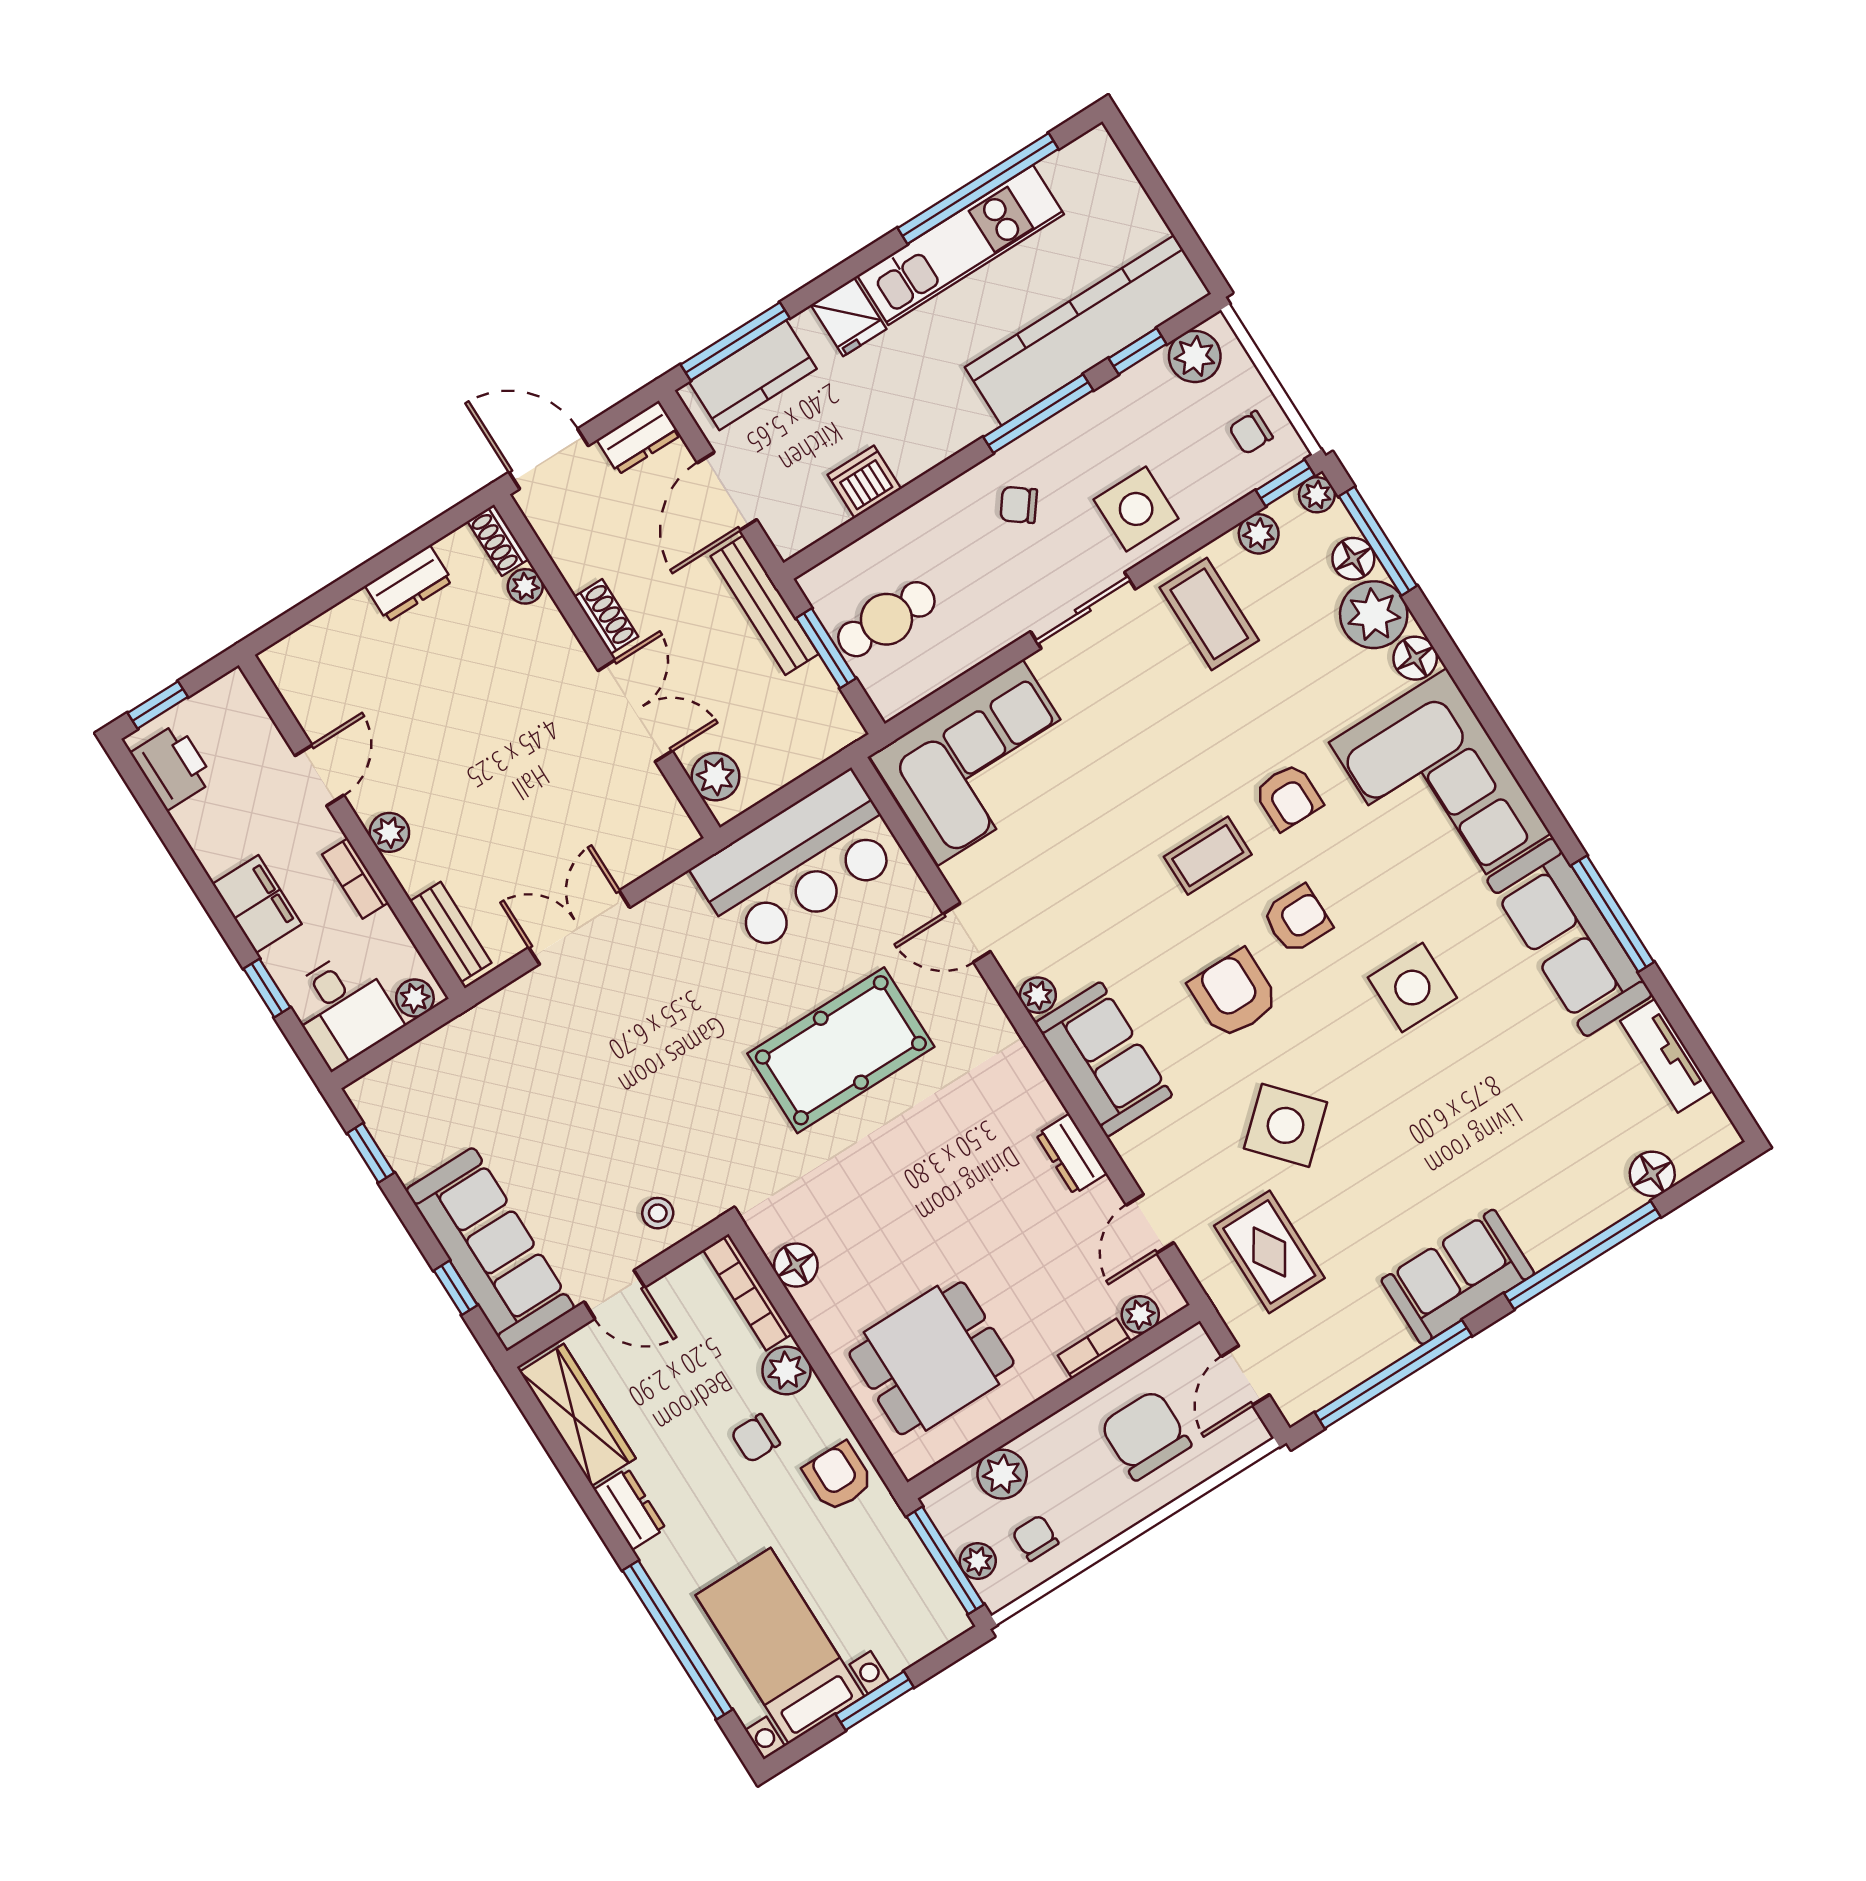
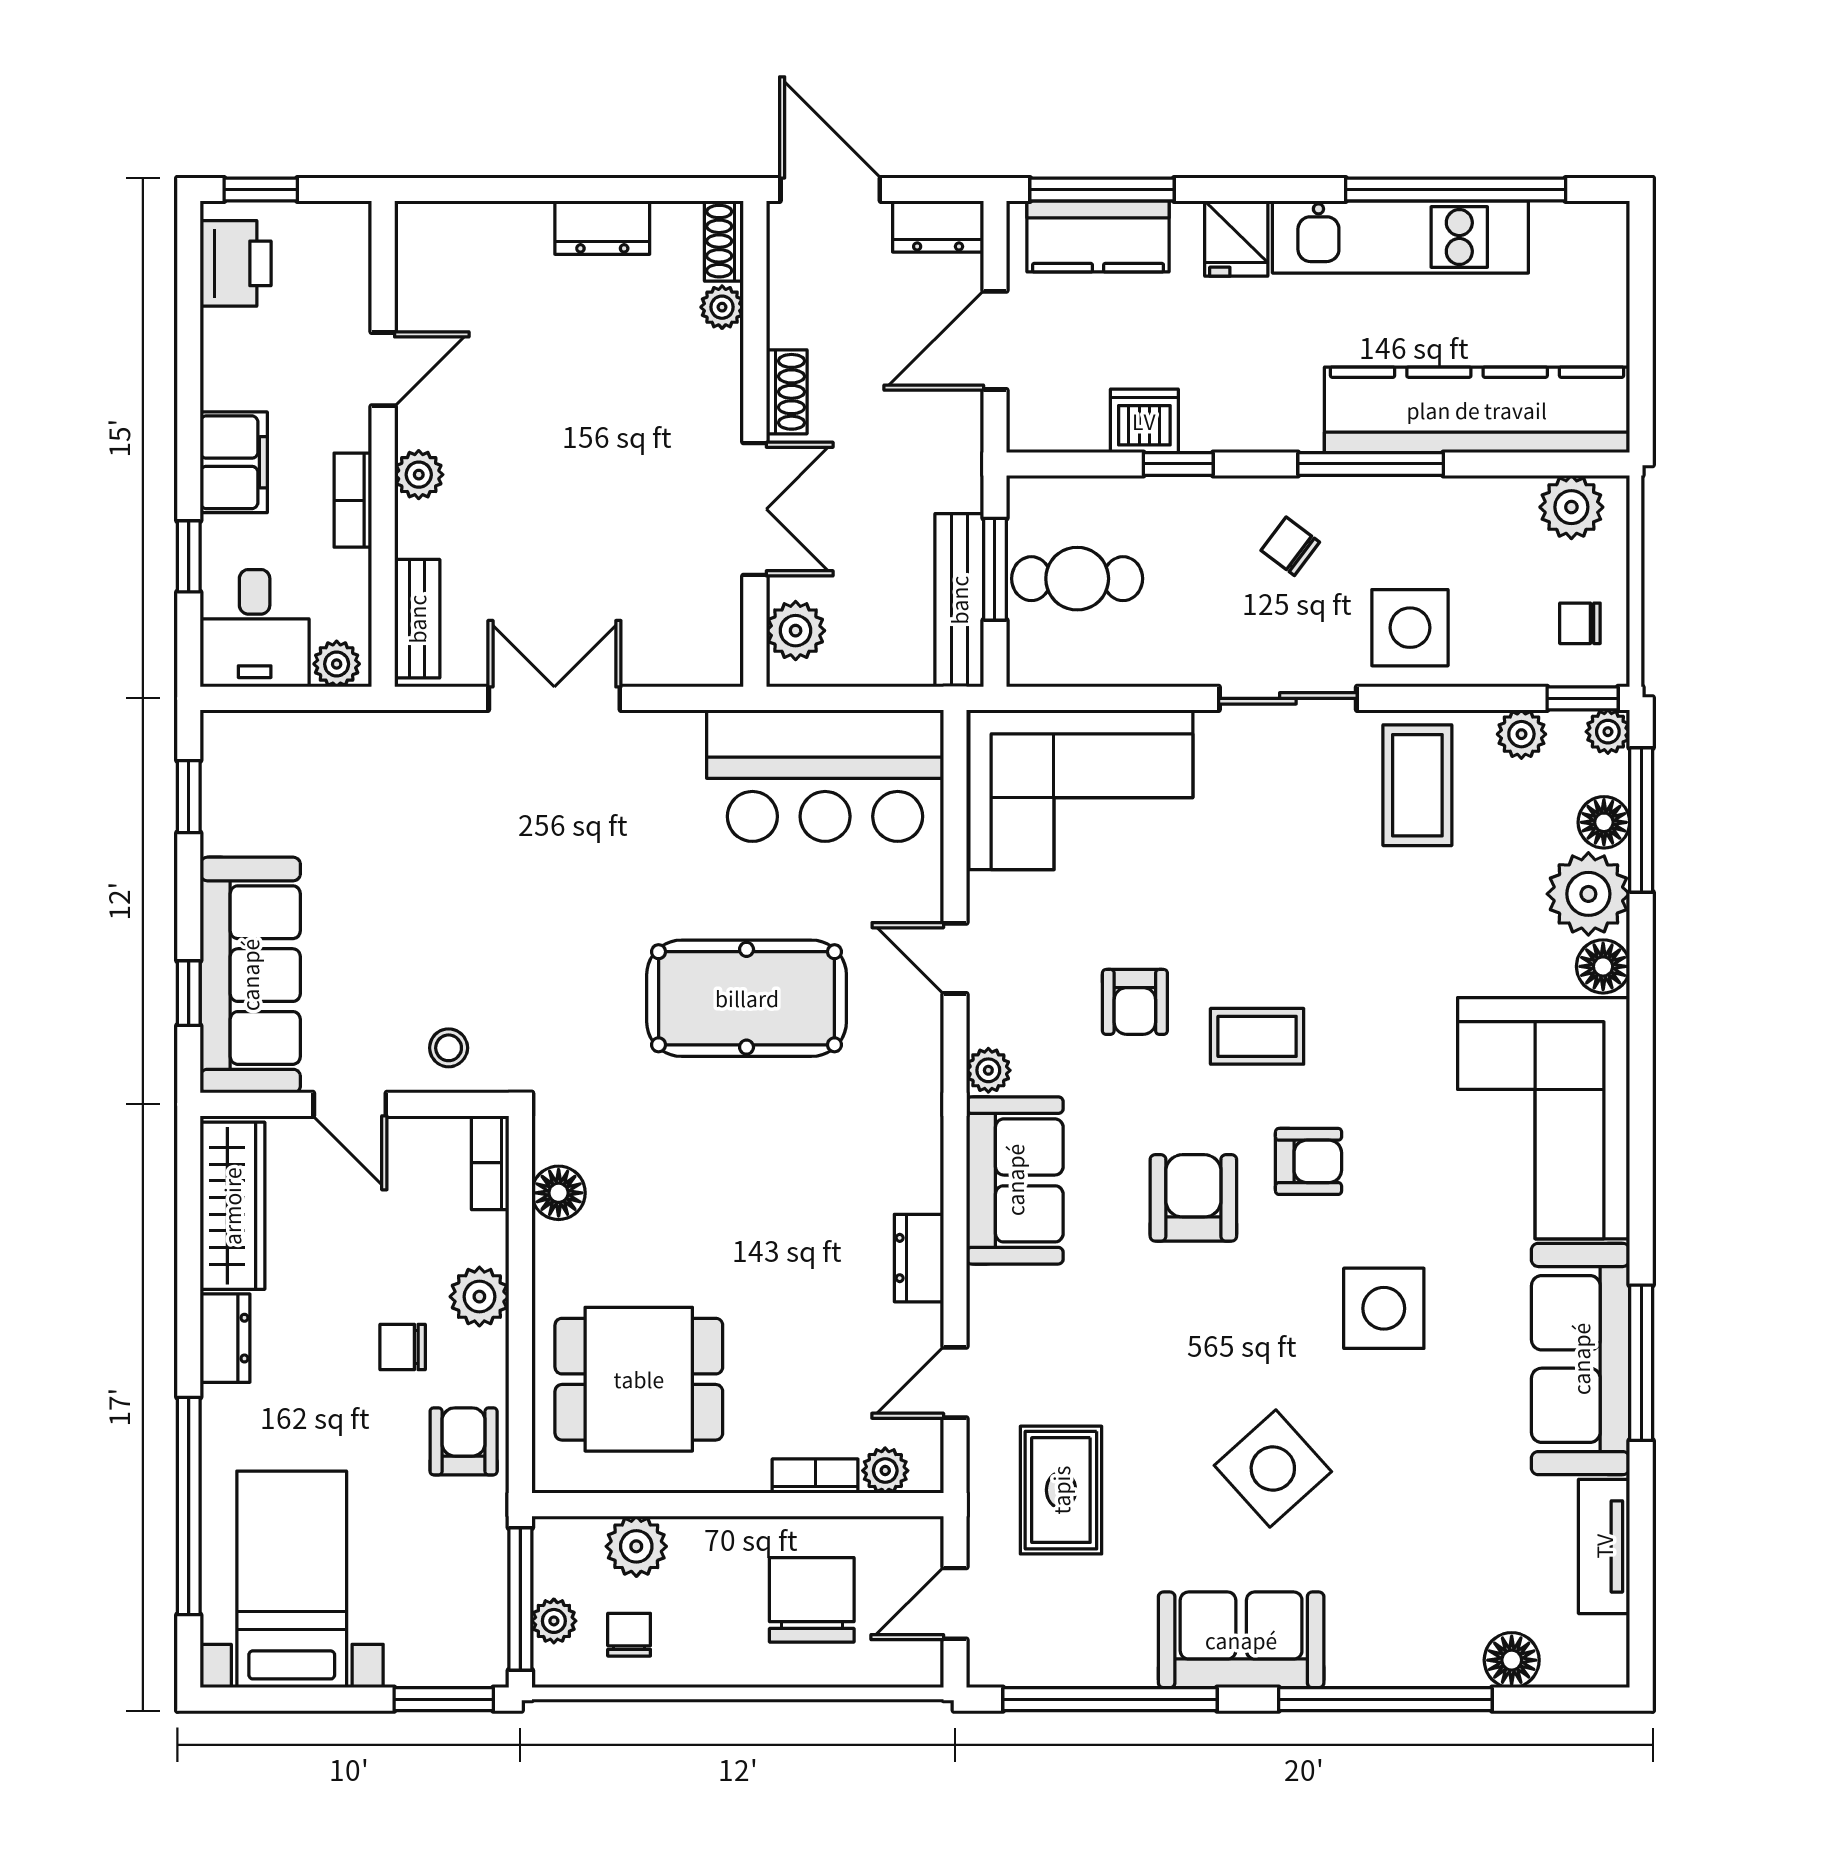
window: (1138, 351) -> (1178, 464), moved
bench: (764, 605) -> (959, 600), moved
armchair: (1288, 797) -> (1135, 1002), moved
side table: (1286, 1125) -> (1273, 1469), moved
bookcase: (747, 1292) -> (490, 1163), width x0.64
window: (875, 1701) -> (444, 1699), moved

